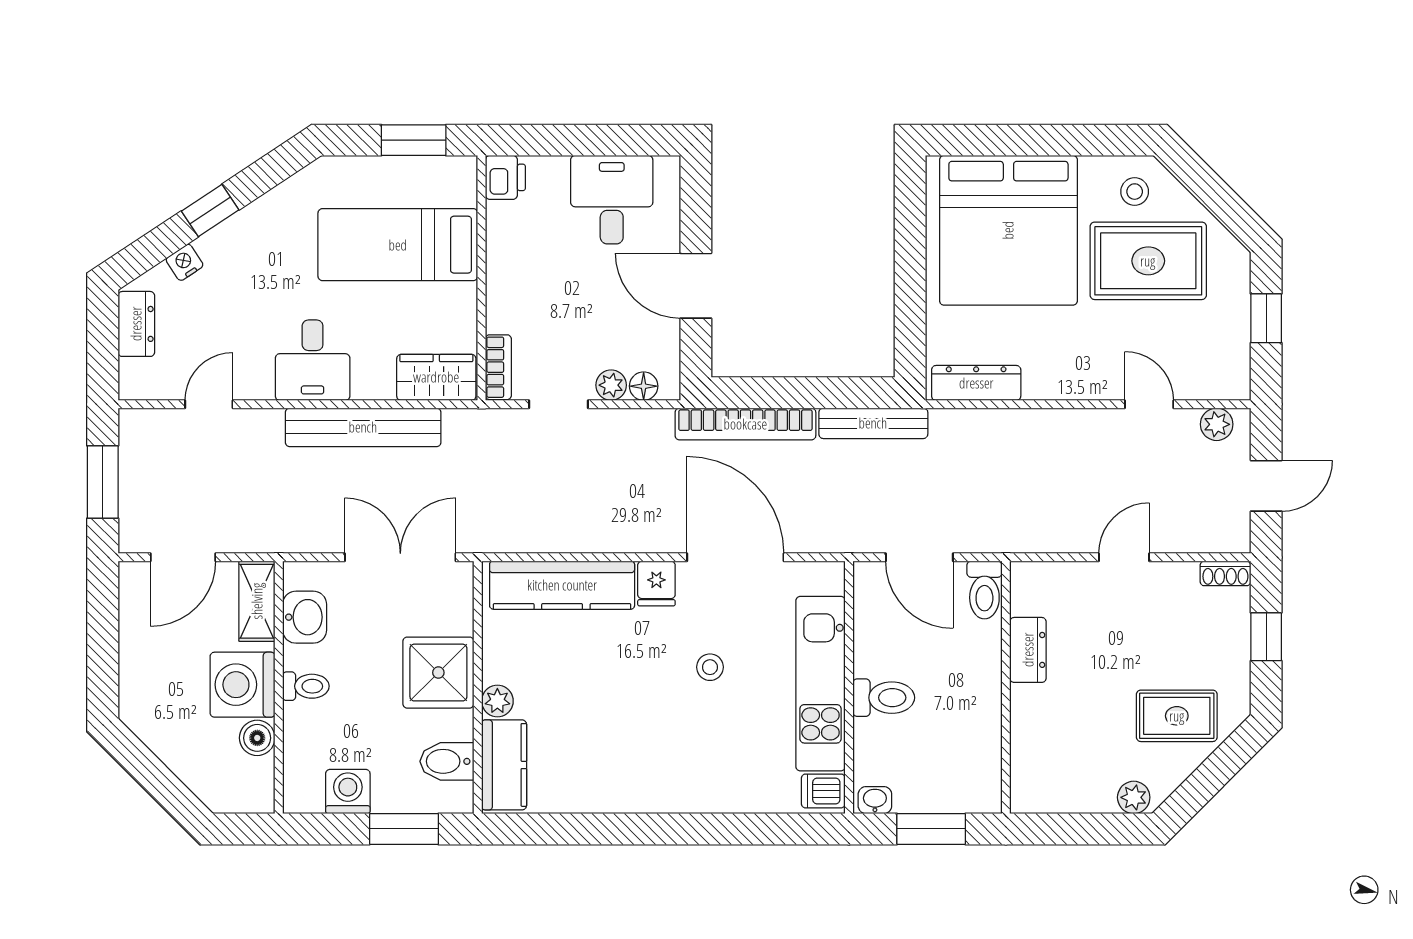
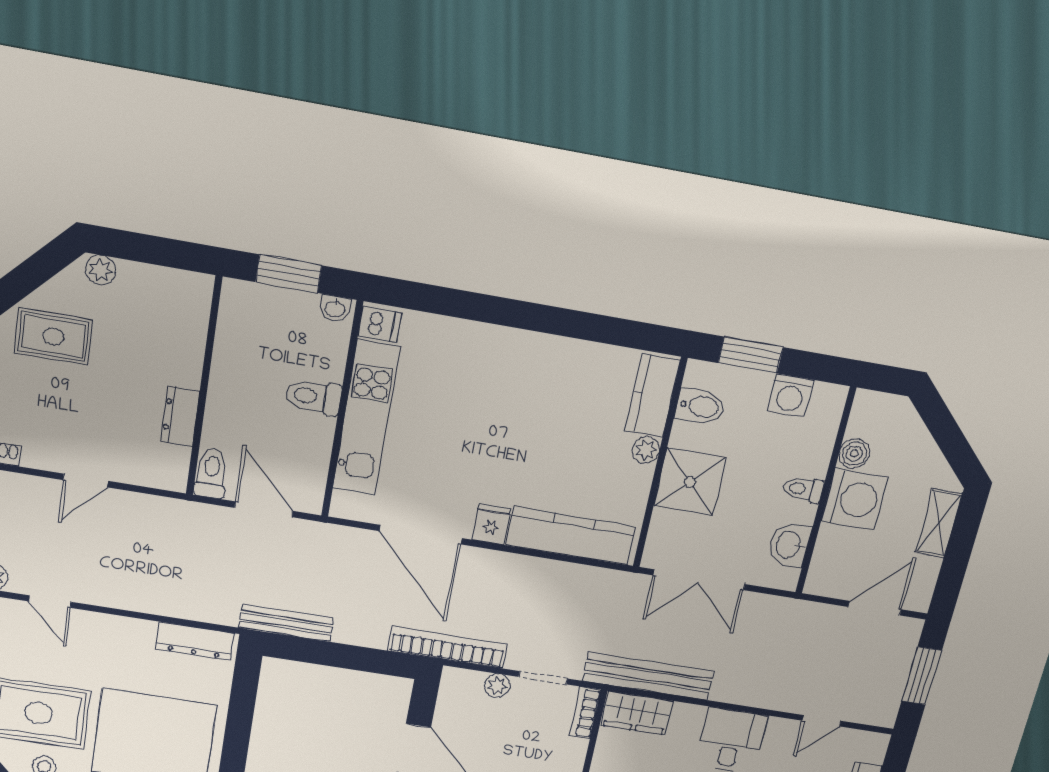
floor lamp: (644, 386) -> (471, 681), removed
bookcase: (745, 424) -> (447, 647), moved
bench: (363, 427) -> (648, 676), moved
shelving: (257, 601) -> (939, 523), moved
stool: (710, 667) -> (459, 448), removed

